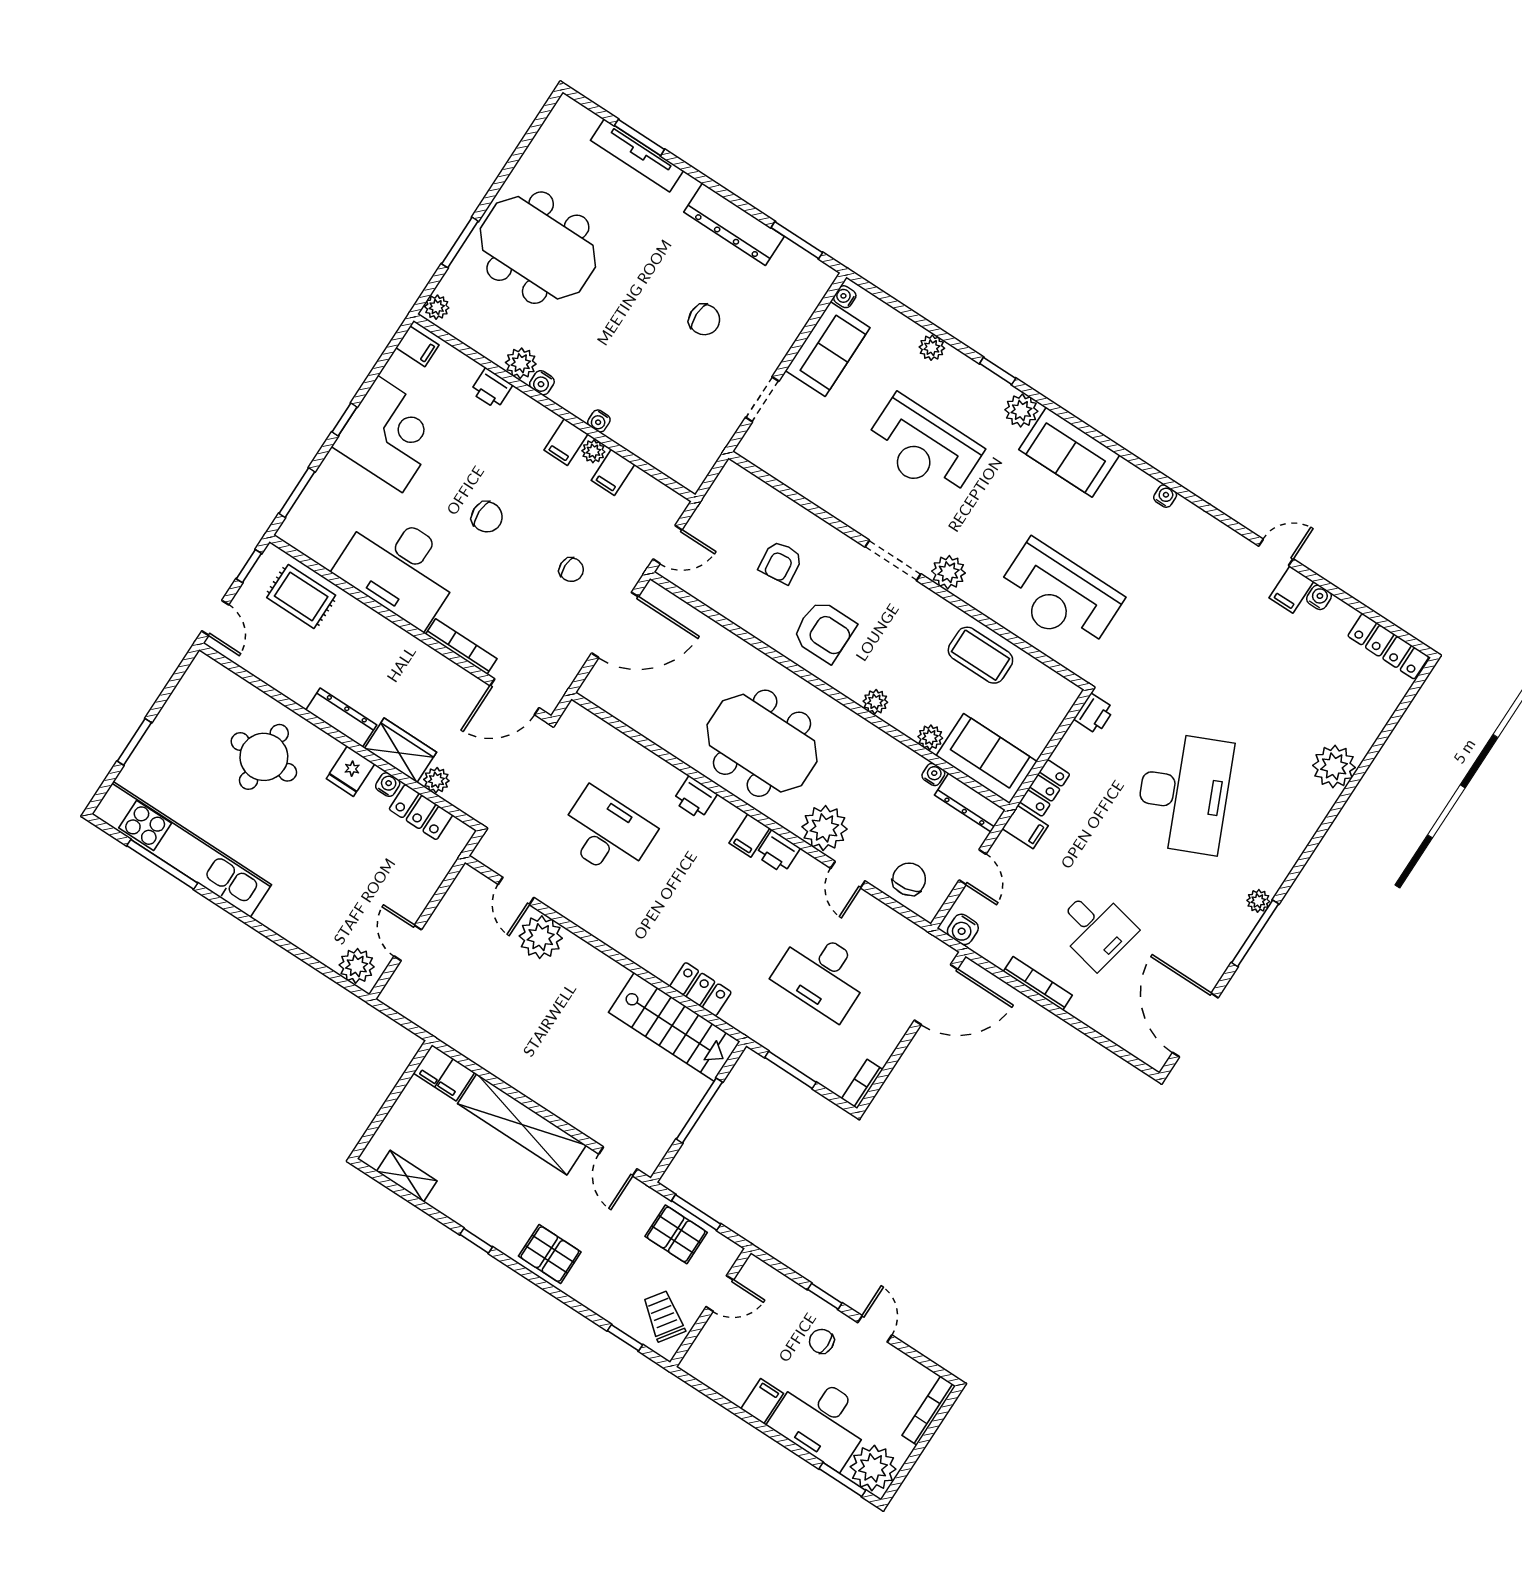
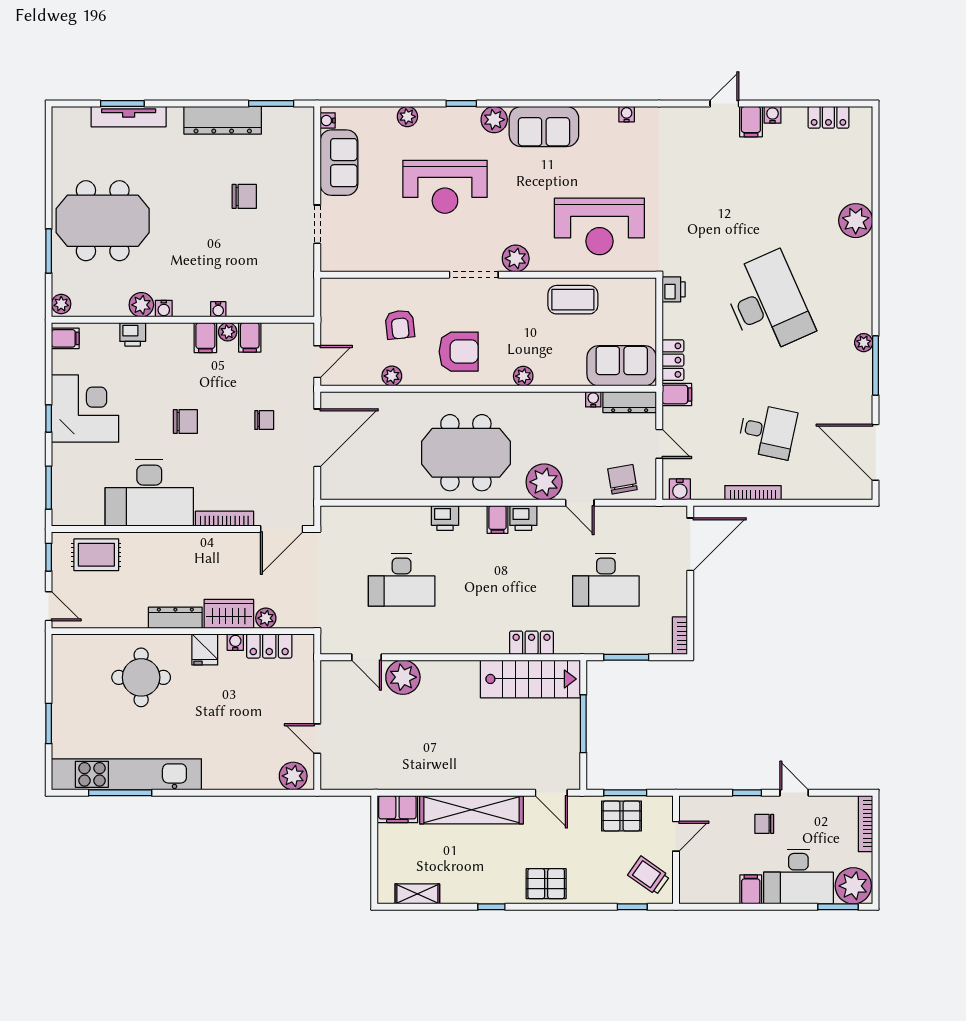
locker: (1388, 646) -> (828, 117), width x0.66
plant: (930, 737) -> (392, 376), moved
desk: (606, 833) -> (402, 580), turned 180

